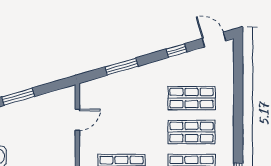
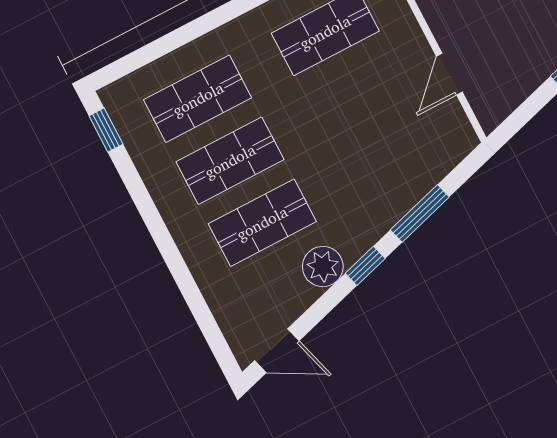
window: (177, 51) -> (365, 266), moved
plant: (175, 65) -> (323, 267), added

